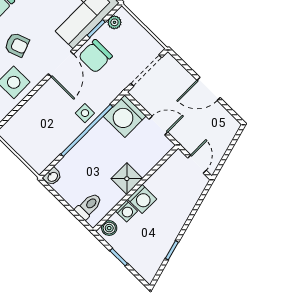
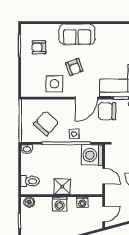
chair: (46, 131) -> (46, 123), added
washing machine: (126, 211) -> (82, 202), moved

